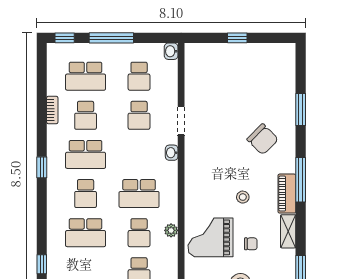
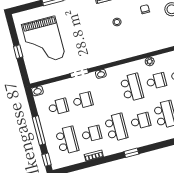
chair: (263, 139) -> (78, 19), removed
grand piano: (211, 237) -> (43, 41), moved, width x1.37, depth x1.48

